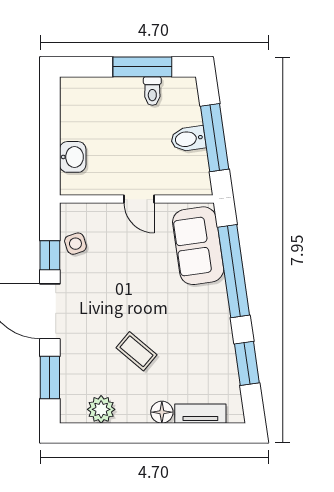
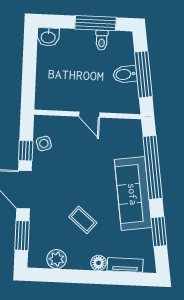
washbasin: (73, 157) -> (48, 37), moved, turned 90
sofa: (198, 246) -> (133, 194), moved, width x1.36

